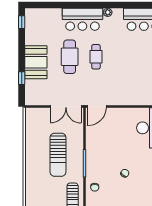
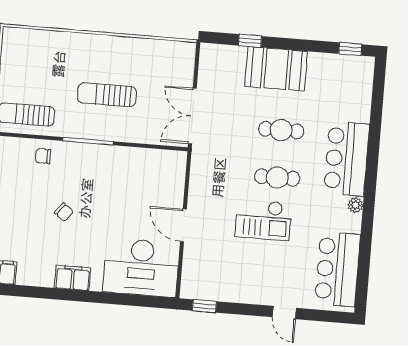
cafe table: (70, 57) -> (281, 130), width x0.73, depth x0.74
checkout: (120, 62) -> (263, 220), added
door: (97, 106) -> (183, 225), moved
sun lounger: (58, 155) -> (107, 95), width x0.73, depth x0.75

